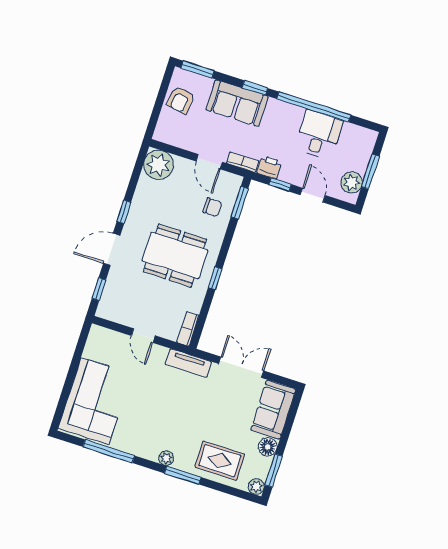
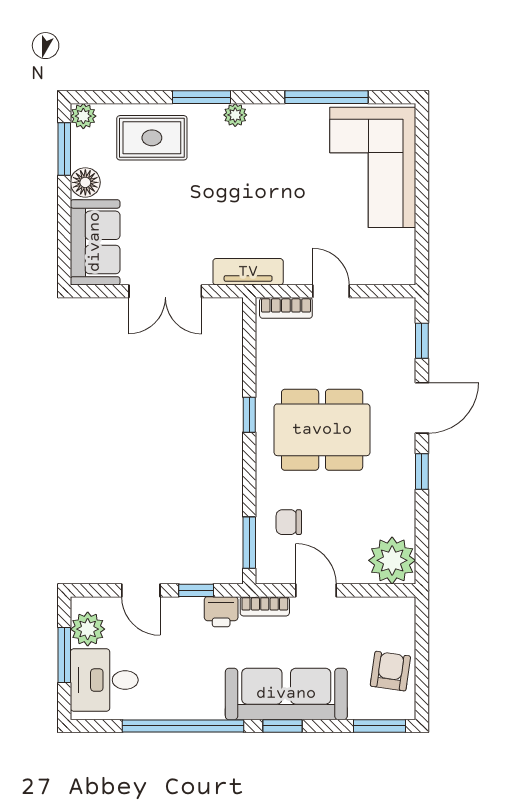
sofa: (237, 103) -> (286, 694), width x1.36
desk: (319, 135) -> (104, 680), moved, turned 90
bookcase: (188, 329) -> (286, 308), moved, turned 90

